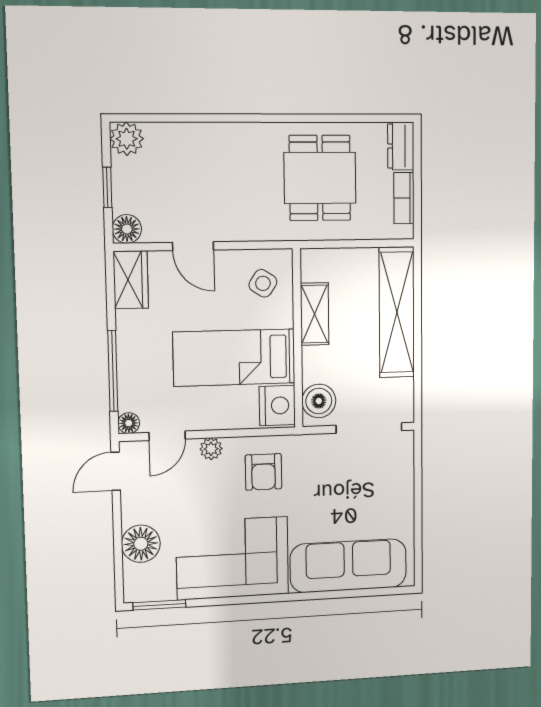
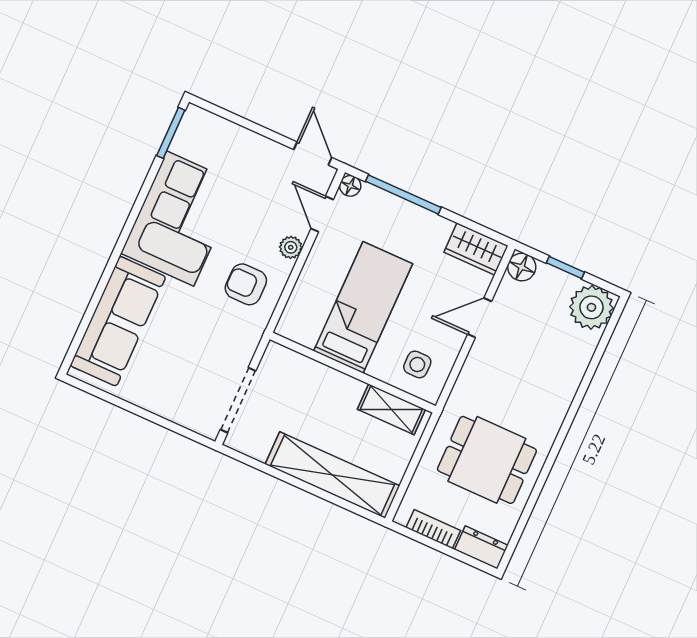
plant: (127, 139) -> (591, 307), width x1.36, depth x1.36
side table: (263, 283) -> (417, 364), turned -33
shelving: (315, 314) -> (391, 409), moved
boiler: (319, 401) -> (286, 365), removed
nightstand: (277, 406) -> (301, 326), removed
floor lamp: (141, 544) -> (236, 144), removed

